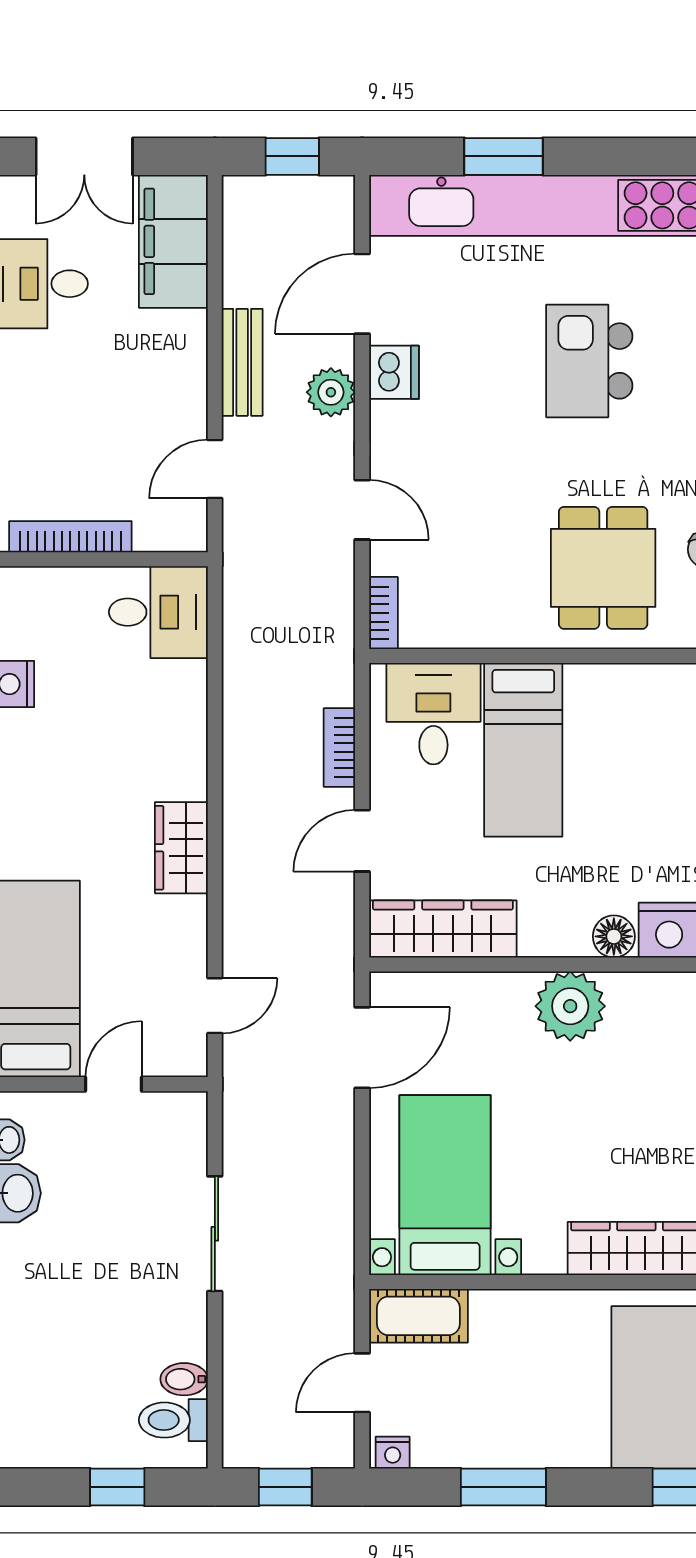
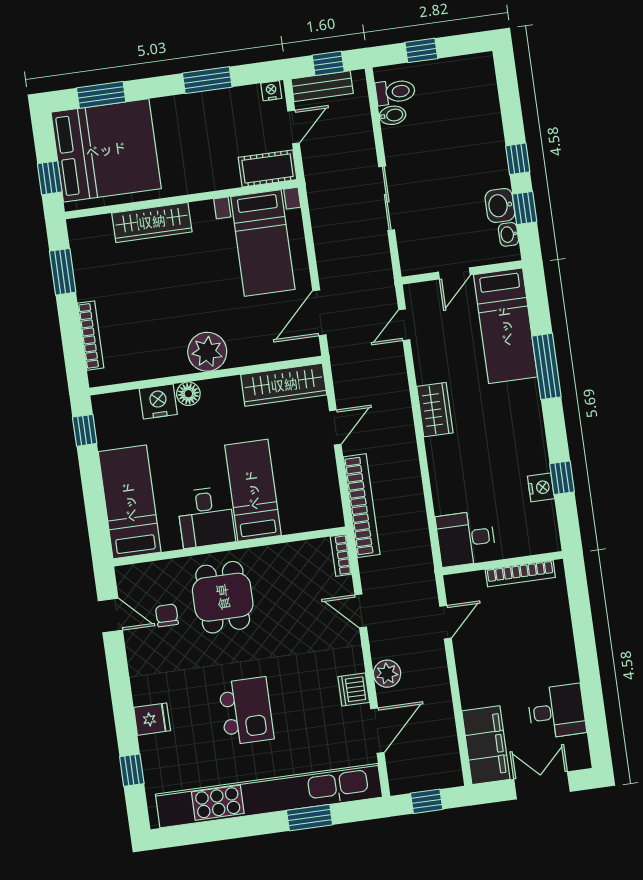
bench: (242, 362) -> (322, 86), moved, turned 90
desk: (433, 714) -> (206, 517), moved
bookcase: (339, 747) -> (362, 506), width x2.31, depth x1.31

